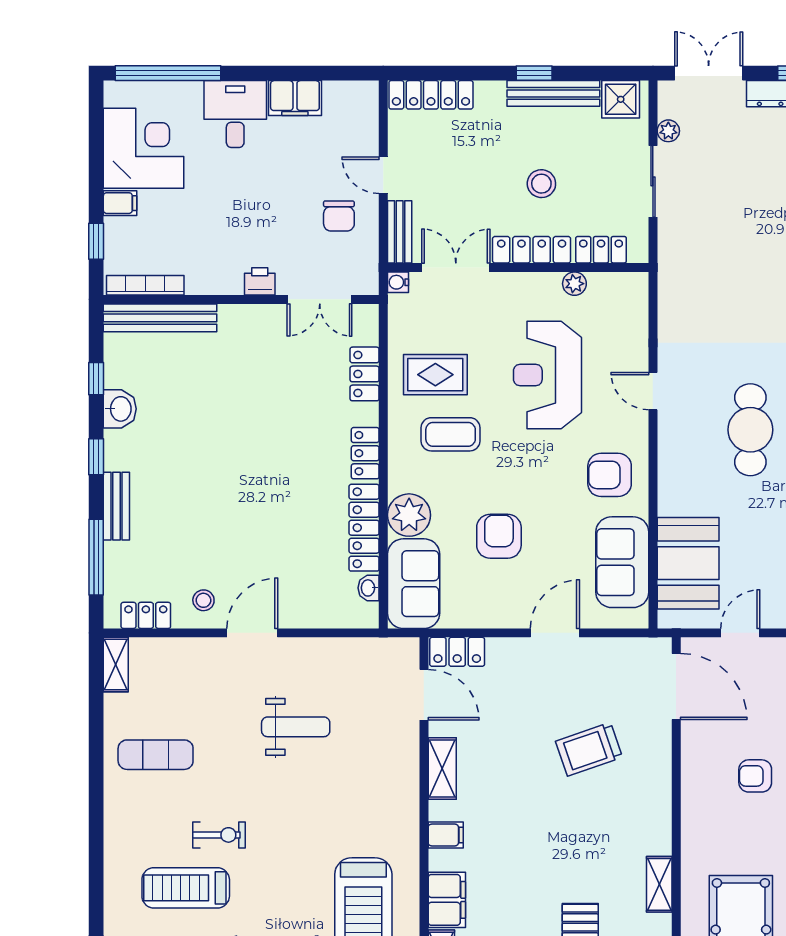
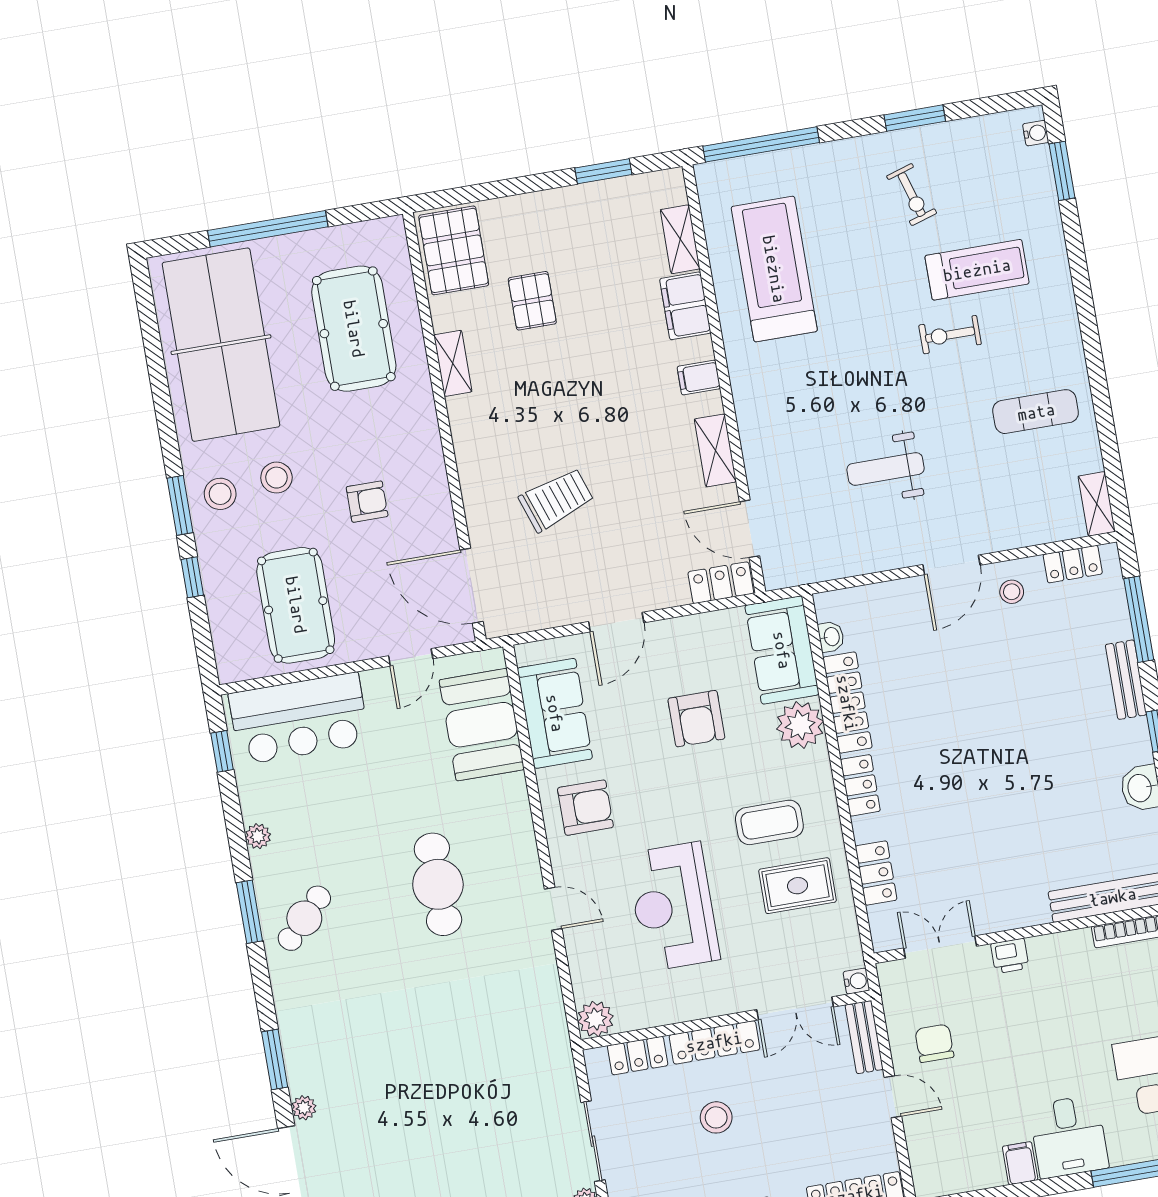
filing cabinet: (295, 98) -> (1020, 1163), width x0.50
plant: (574, 284) -> (595, 1019), moved, width x1.38, depth x1.38
reception desk: (547, 375) -> (673, 907), turned 180

